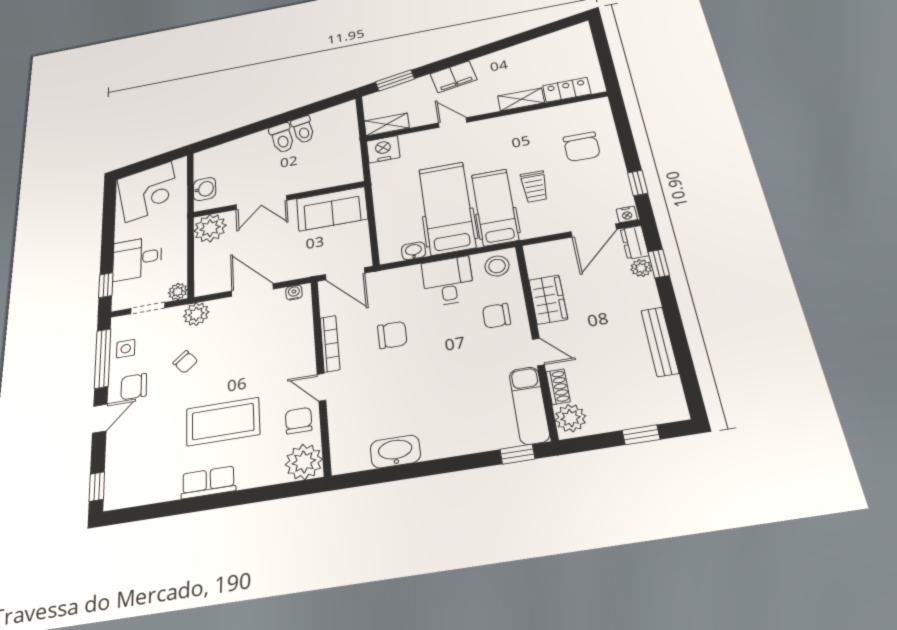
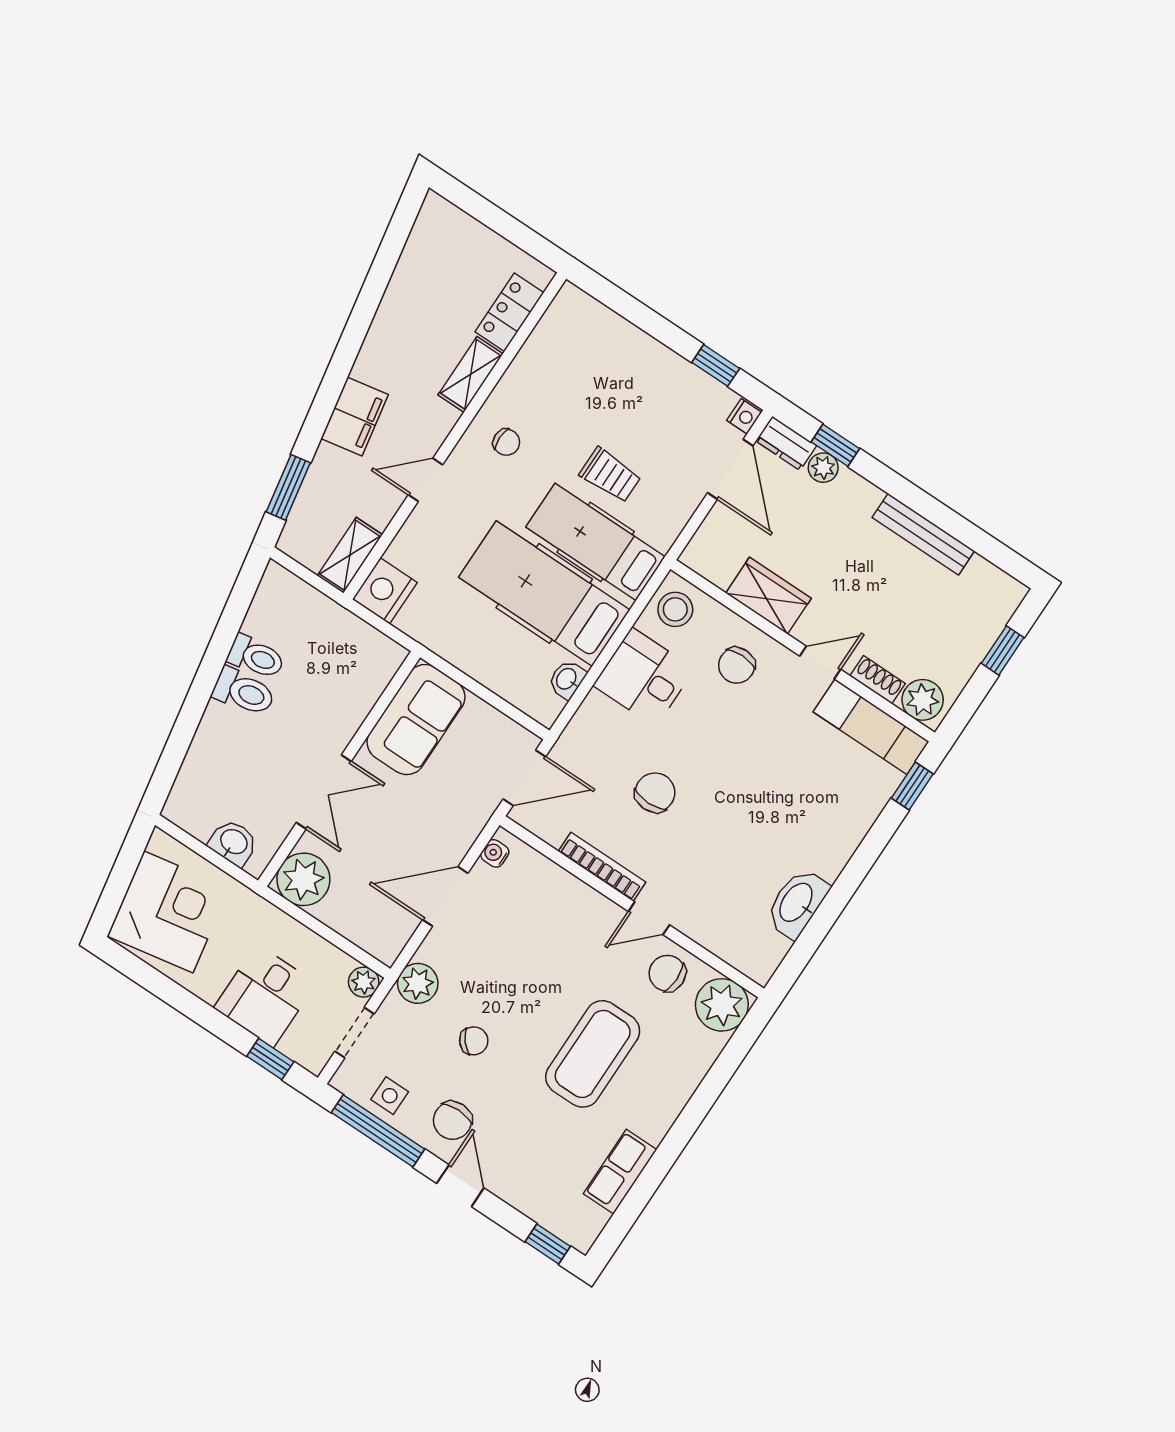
chair: (582, 147) -> (506, 442), moved, width x0.54, depth x0.54
row of seats: (208, 482) -> (620, 1172), moved

